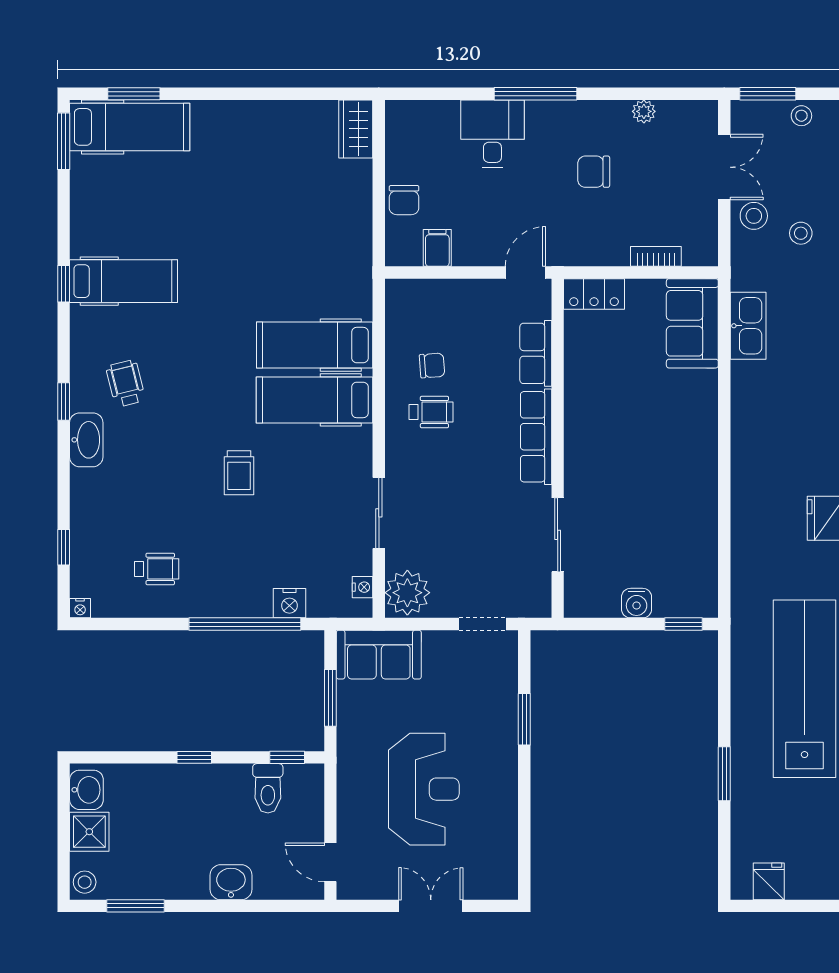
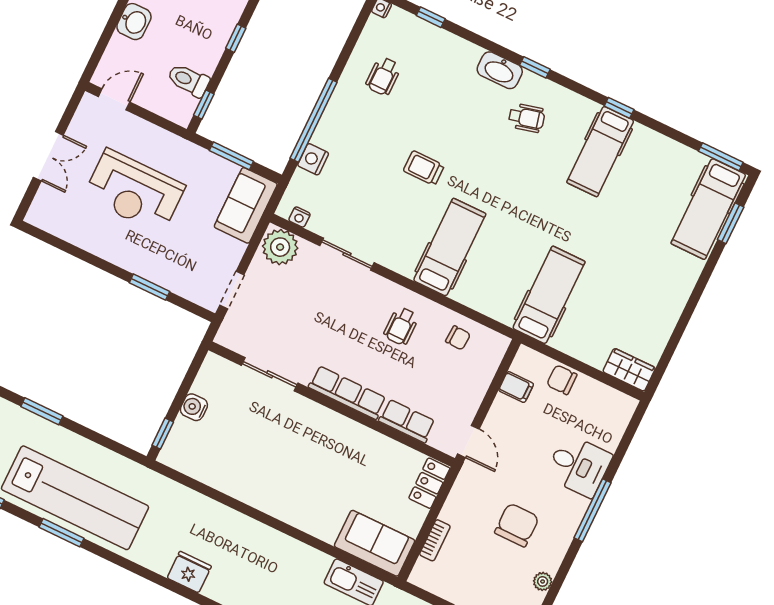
chair: (594, 172) -> (517, 525), width x1.37, depth x1.37
hospital bed: (315, 345) -> (549, 295), moved
chair: (432, 365) -> (458, 338), moved, turned -83

